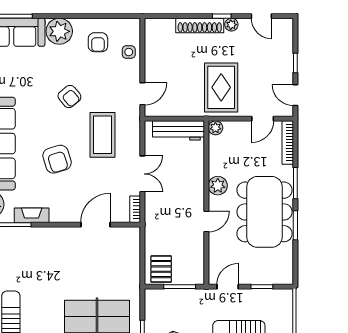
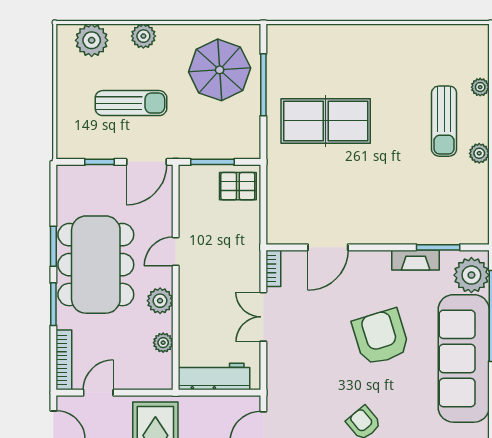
plant: (215, 128) -> (163, 343), moved
coffee table: (103, 135) -> (318, 370), removed
armchair: (57, 159) -> (381, 337), width x1.36, depth x1.36
pallet: (161, 269) -> (238, 186), turned 90
door: (228, 287) -> (147, 162), width x1.38

